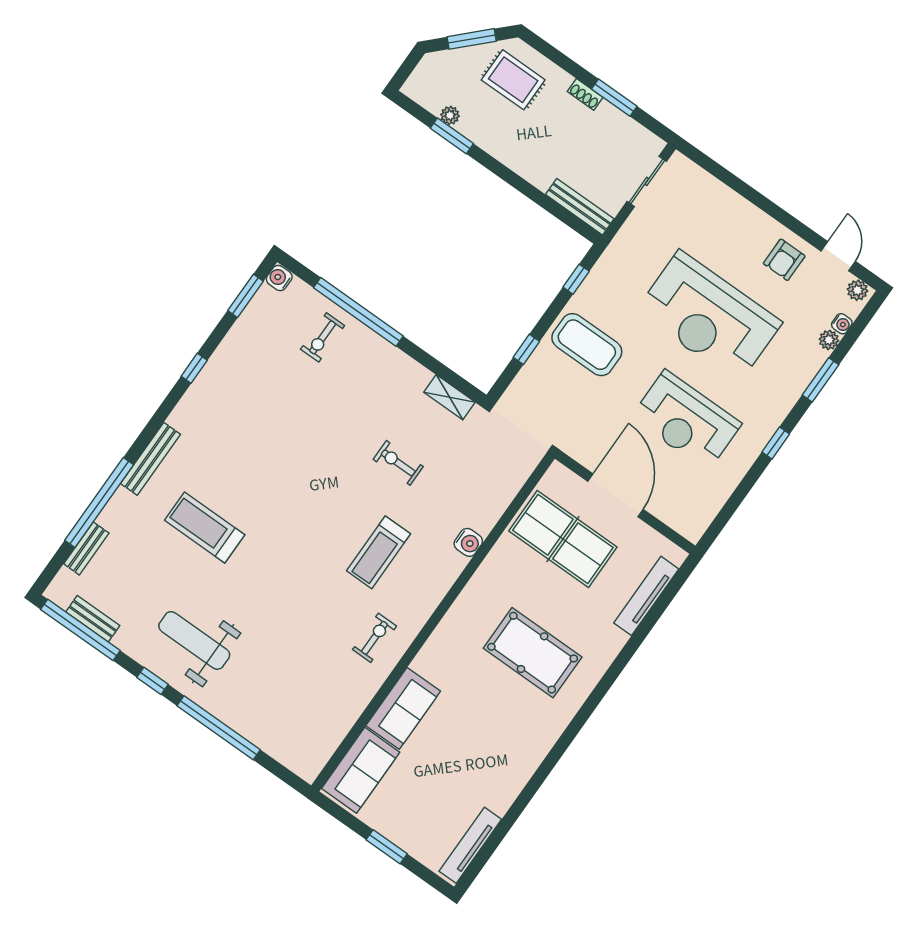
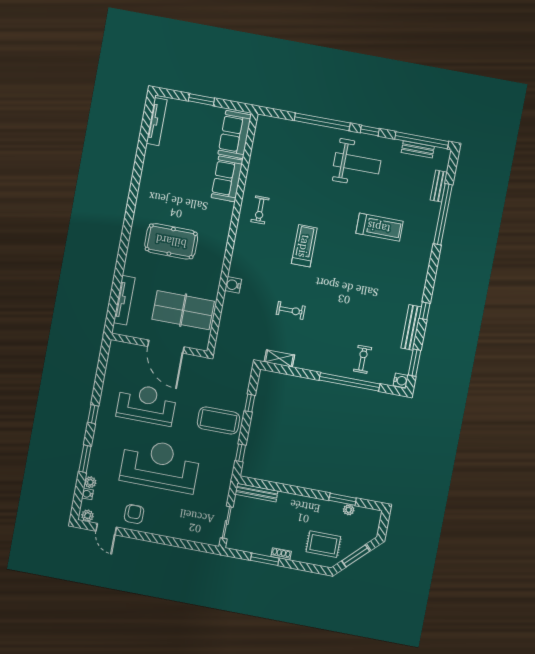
bench: (151, 459) -> (411, 327), moved
treadmill: (379, 552) -> (304, 246), moved

